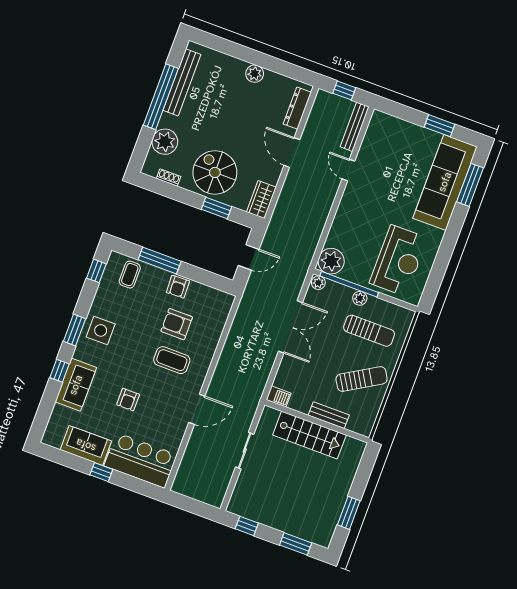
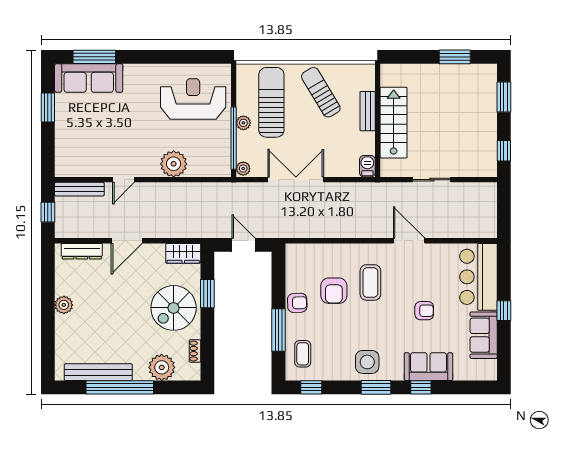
sofa: (445, 182) -> (89, 78), width x0.74, depth x0.79
plant: (331, 261) -> (174, 164), moved
coffee table: (130, 275) -> (303, 354), turned 90
sun lounger: (369, 331) -> (271, 102), width x1.36, depth x1.34

